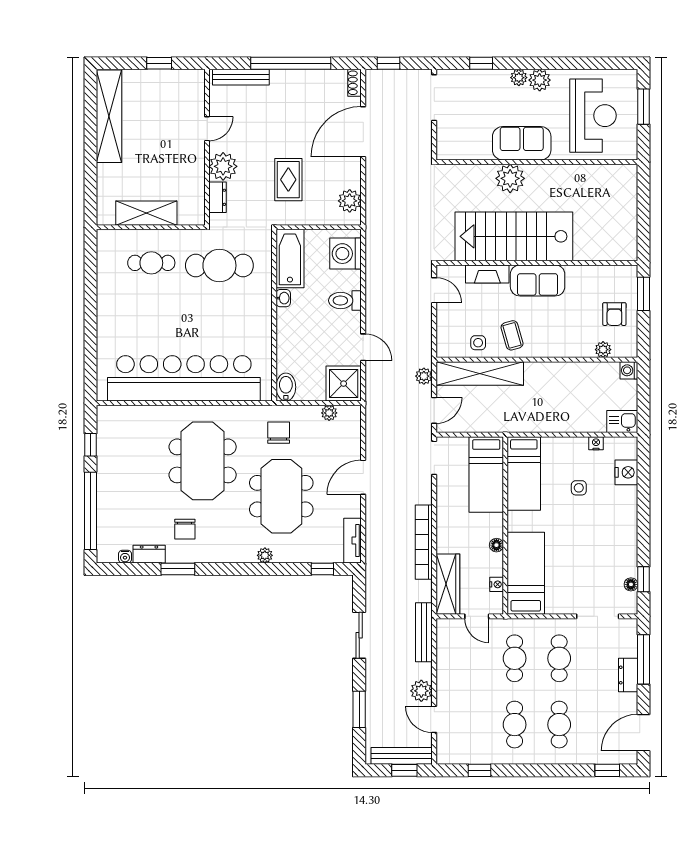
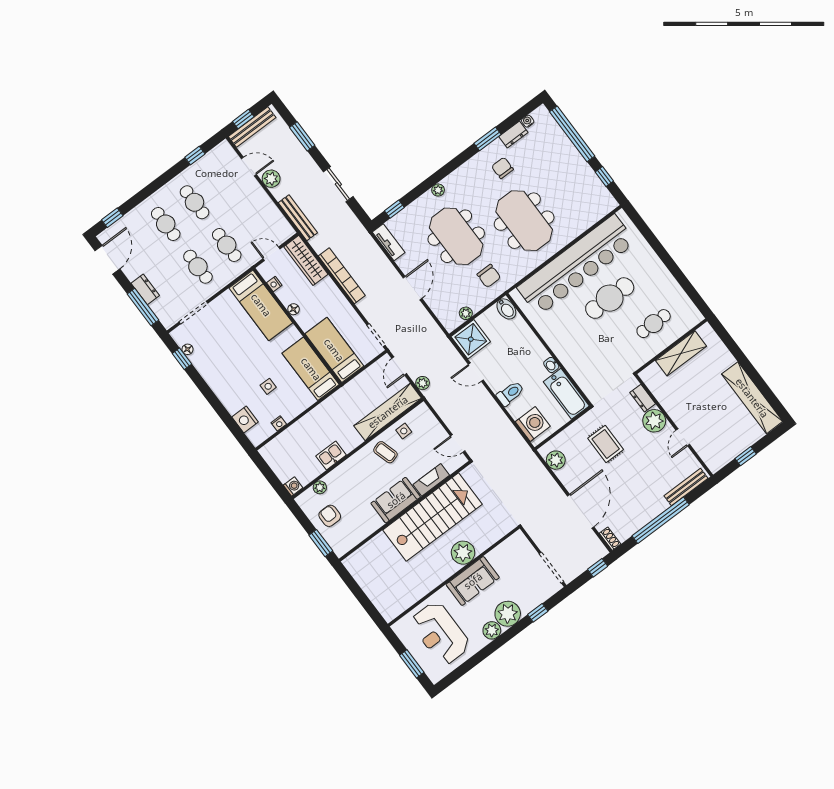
plant: (519, 78) -> (508, 614), width x1.88, depth x1.88
cafe table: (219, 266) -> (610, 298), moved
kitchen sink: (622, 422) -> (331, 455), moved, turned 180

